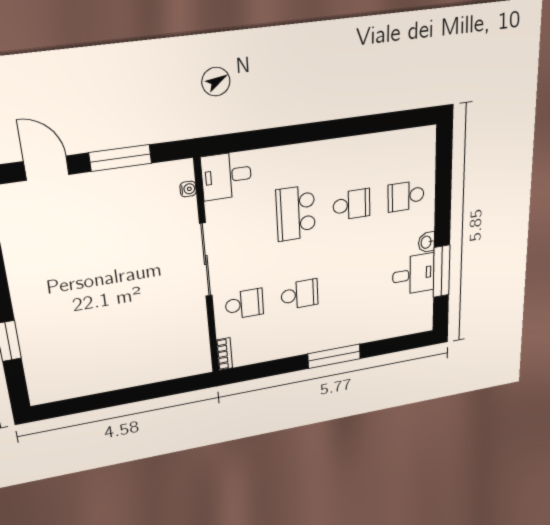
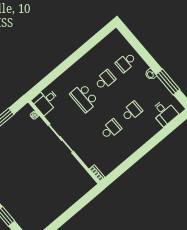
desk: (413, 274) -> (164, 113), moved, turned 90
school desk: (244, 304) -> (132, 112), moved
window: (334, 356) -> (148, 147), removed

